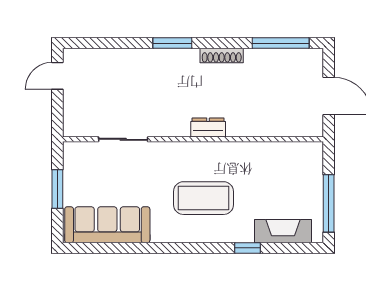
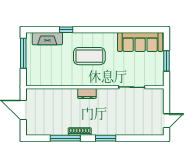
window: (281, 43) -> (65, 138), moved

